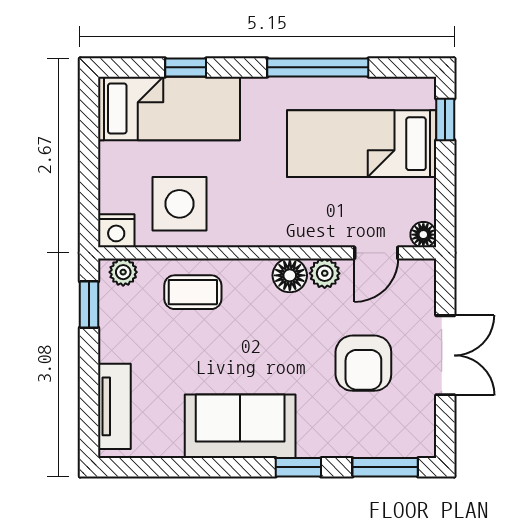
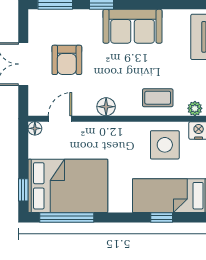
window: (318, 67) -> (67, 217), moved
bed: (362, 144) -> (68, 186), width x1.50
plant: (325, 273) -> (87, 108), removed
armchair: (363, 363) -> (67, 60), turned 180

